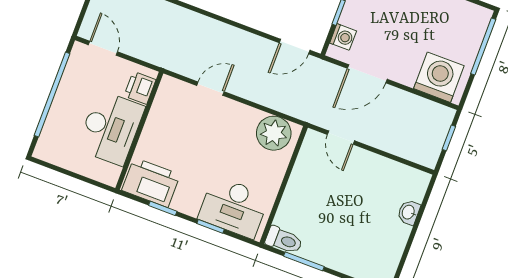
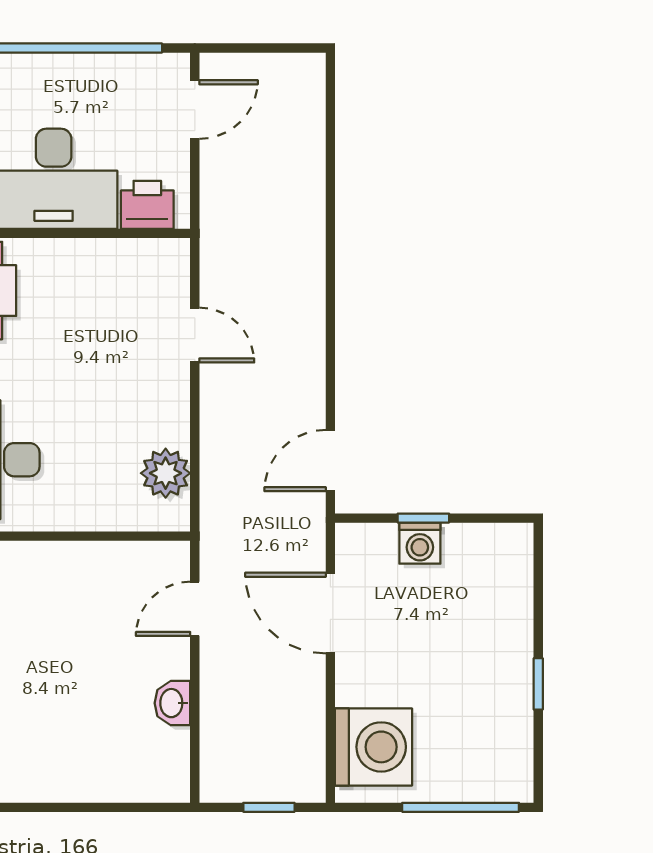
washing machine: (343, 37) -> (420, 543), moved
door: (295, 46) -> (330, 461), hinge flipped
plant: (274, 133) -> (166, 473), width x0.73, depth x0.73
washbasin: (409, 212) -> (172, 703), moved, turned -90

